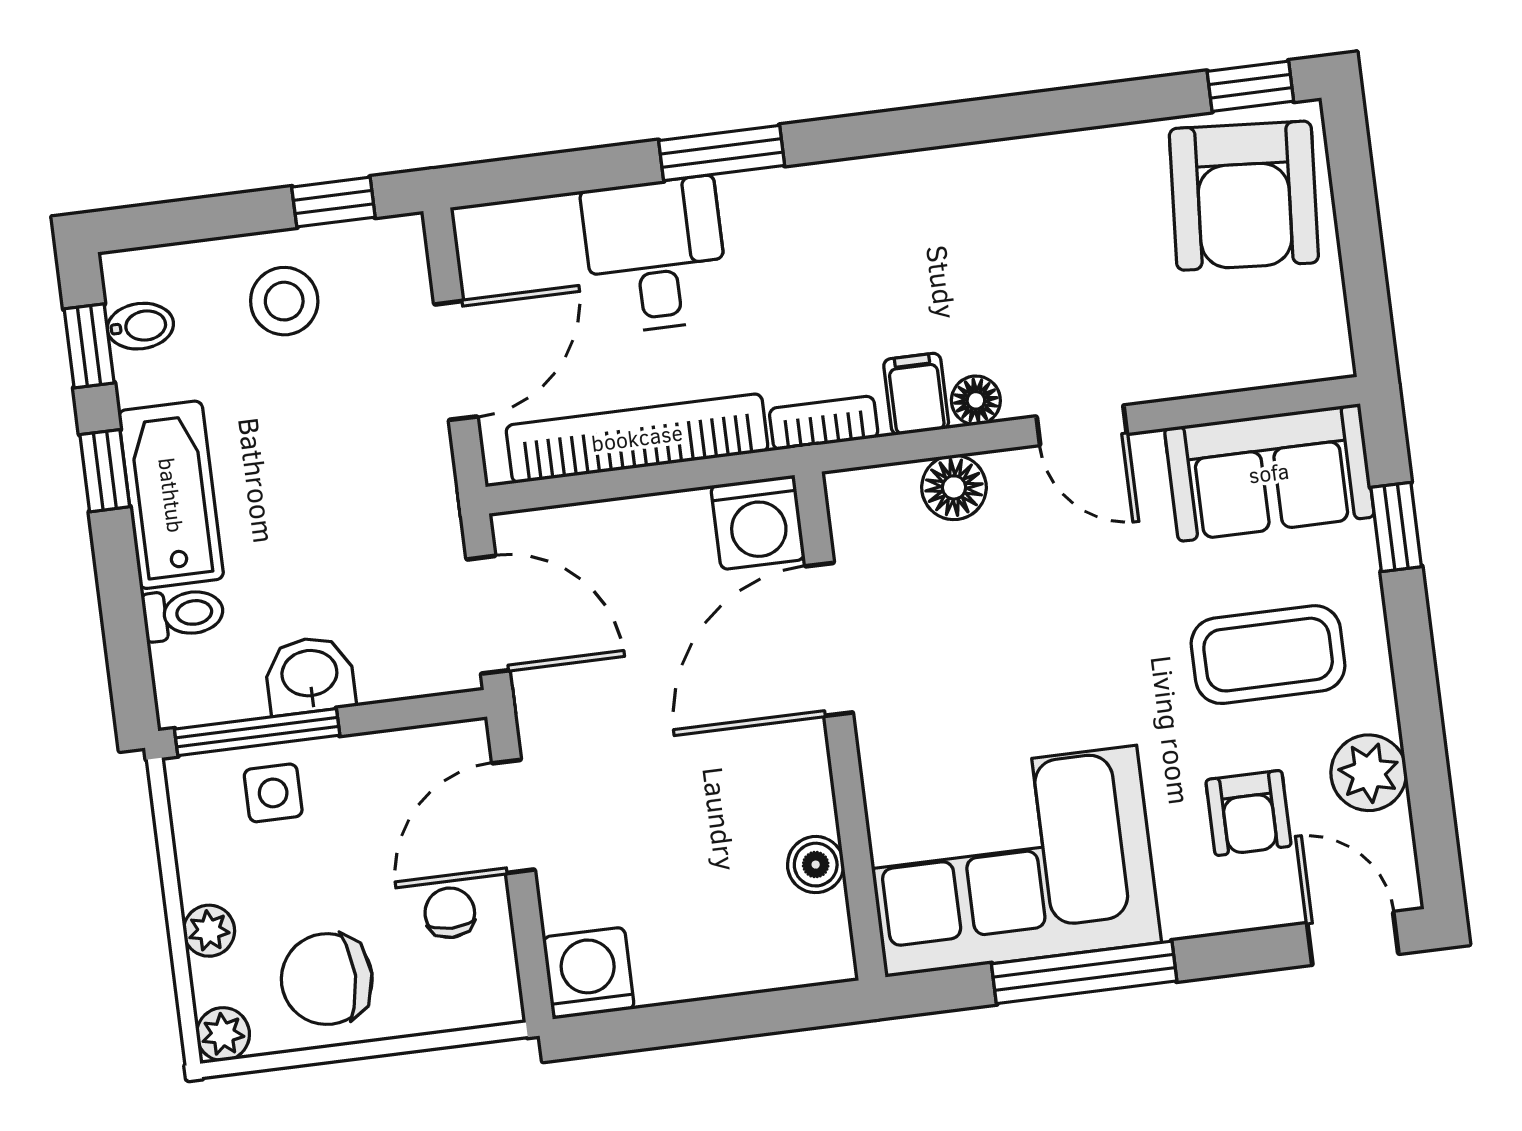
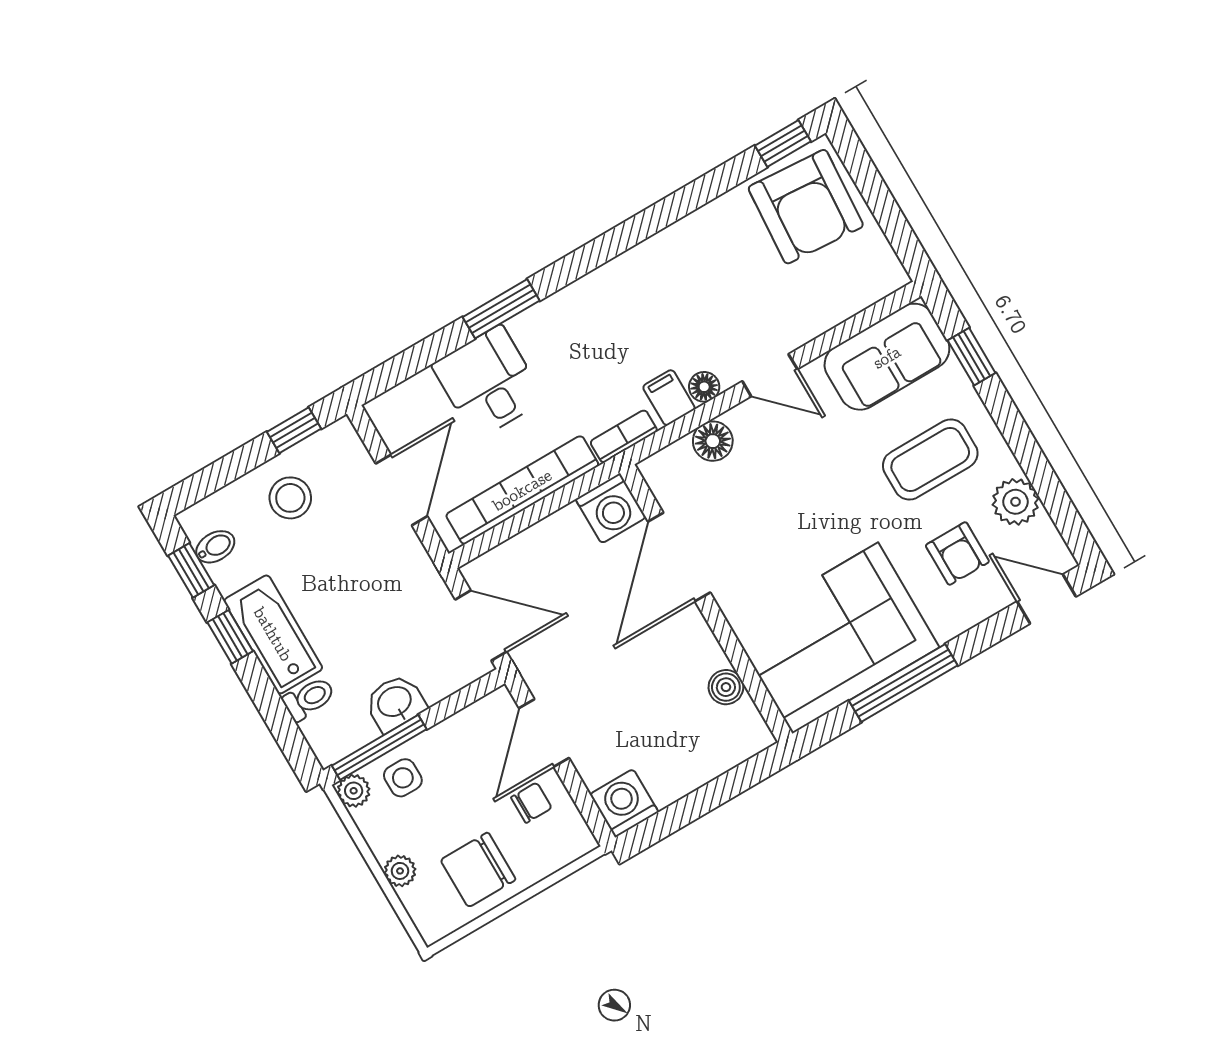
chair: (450, 913) -> (531, 803), turned 90
plant: (223, 1034) -> (354, 791), moved

